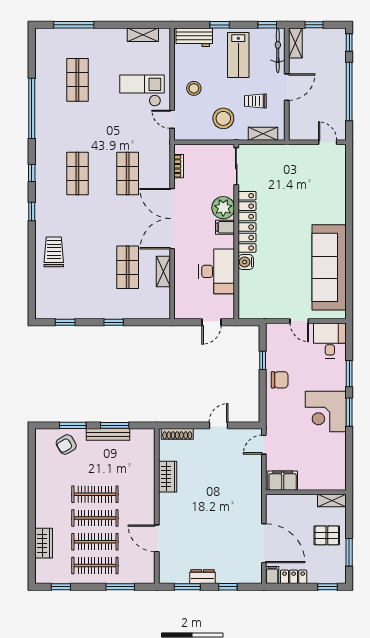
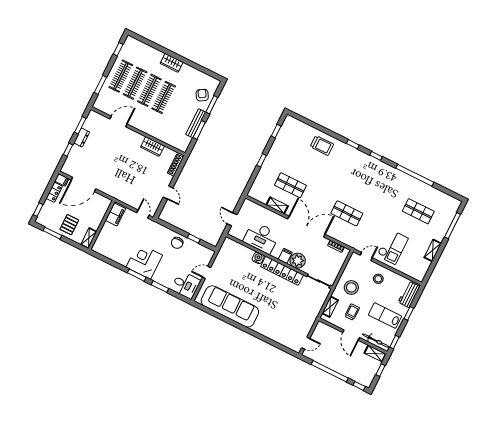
shelving: (143, 35) -> (433, 250), moved
shop shelf: (77, 174) -> (362, 183), removed
wardrobe: (44, 543) -> (172, 63), moved

